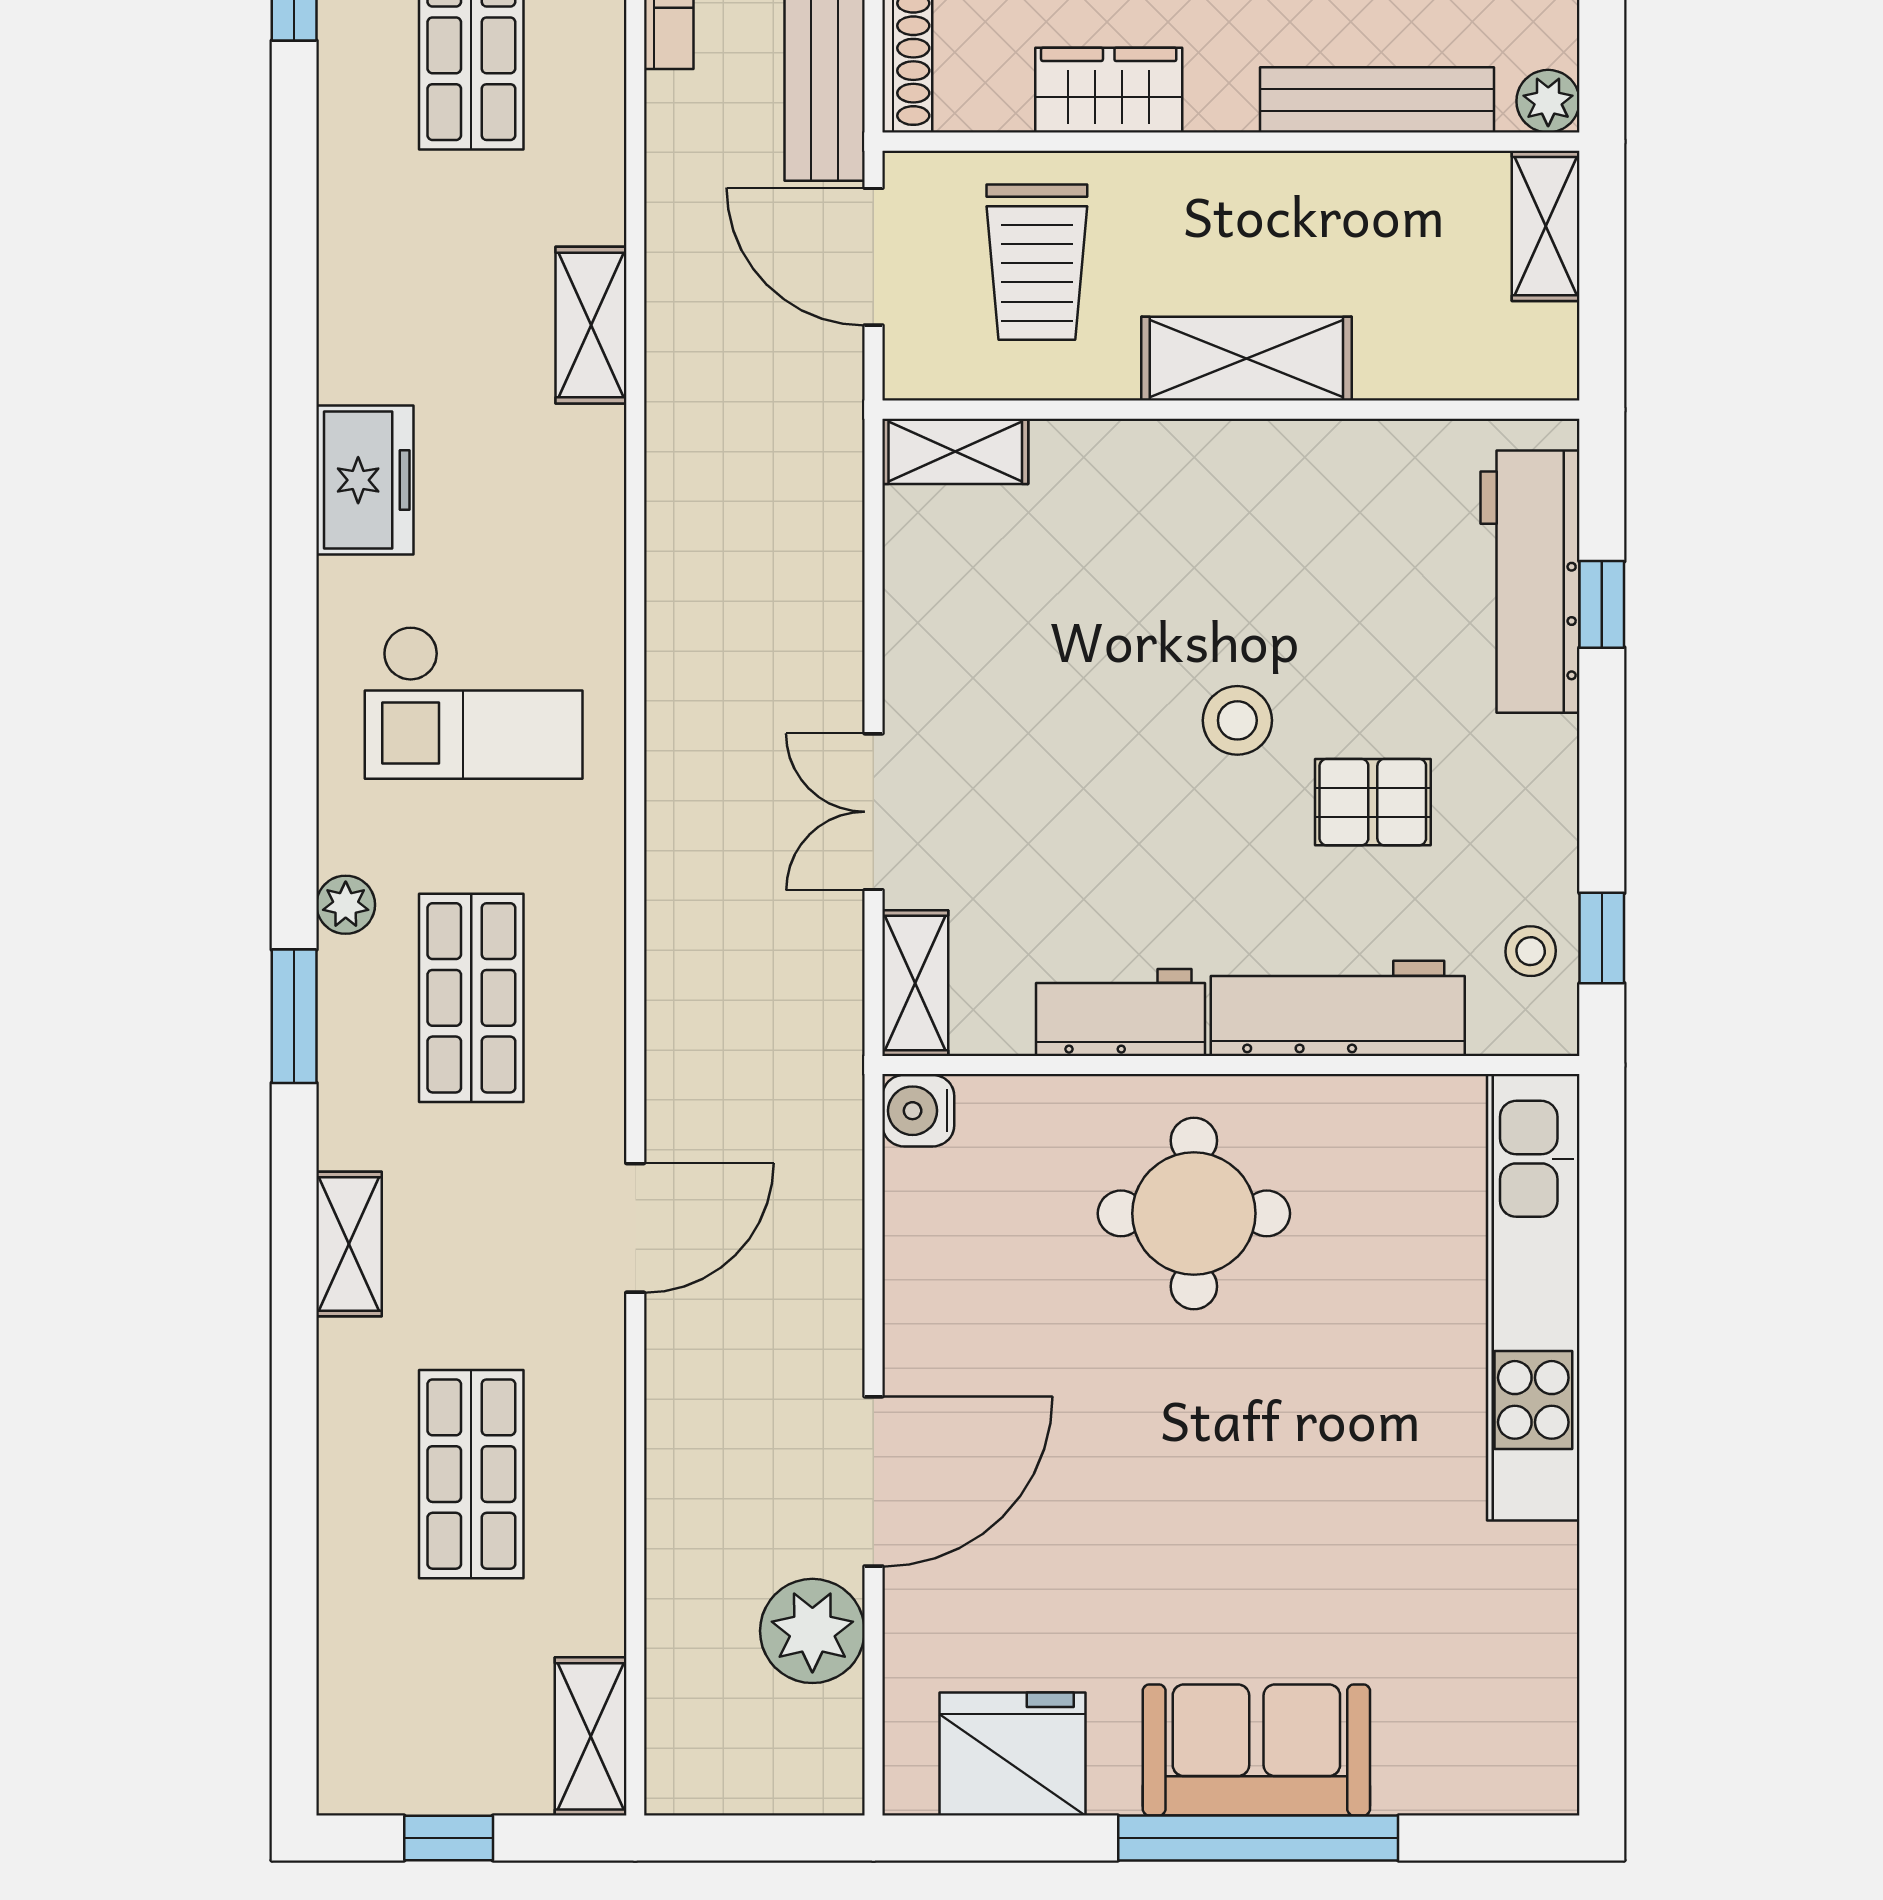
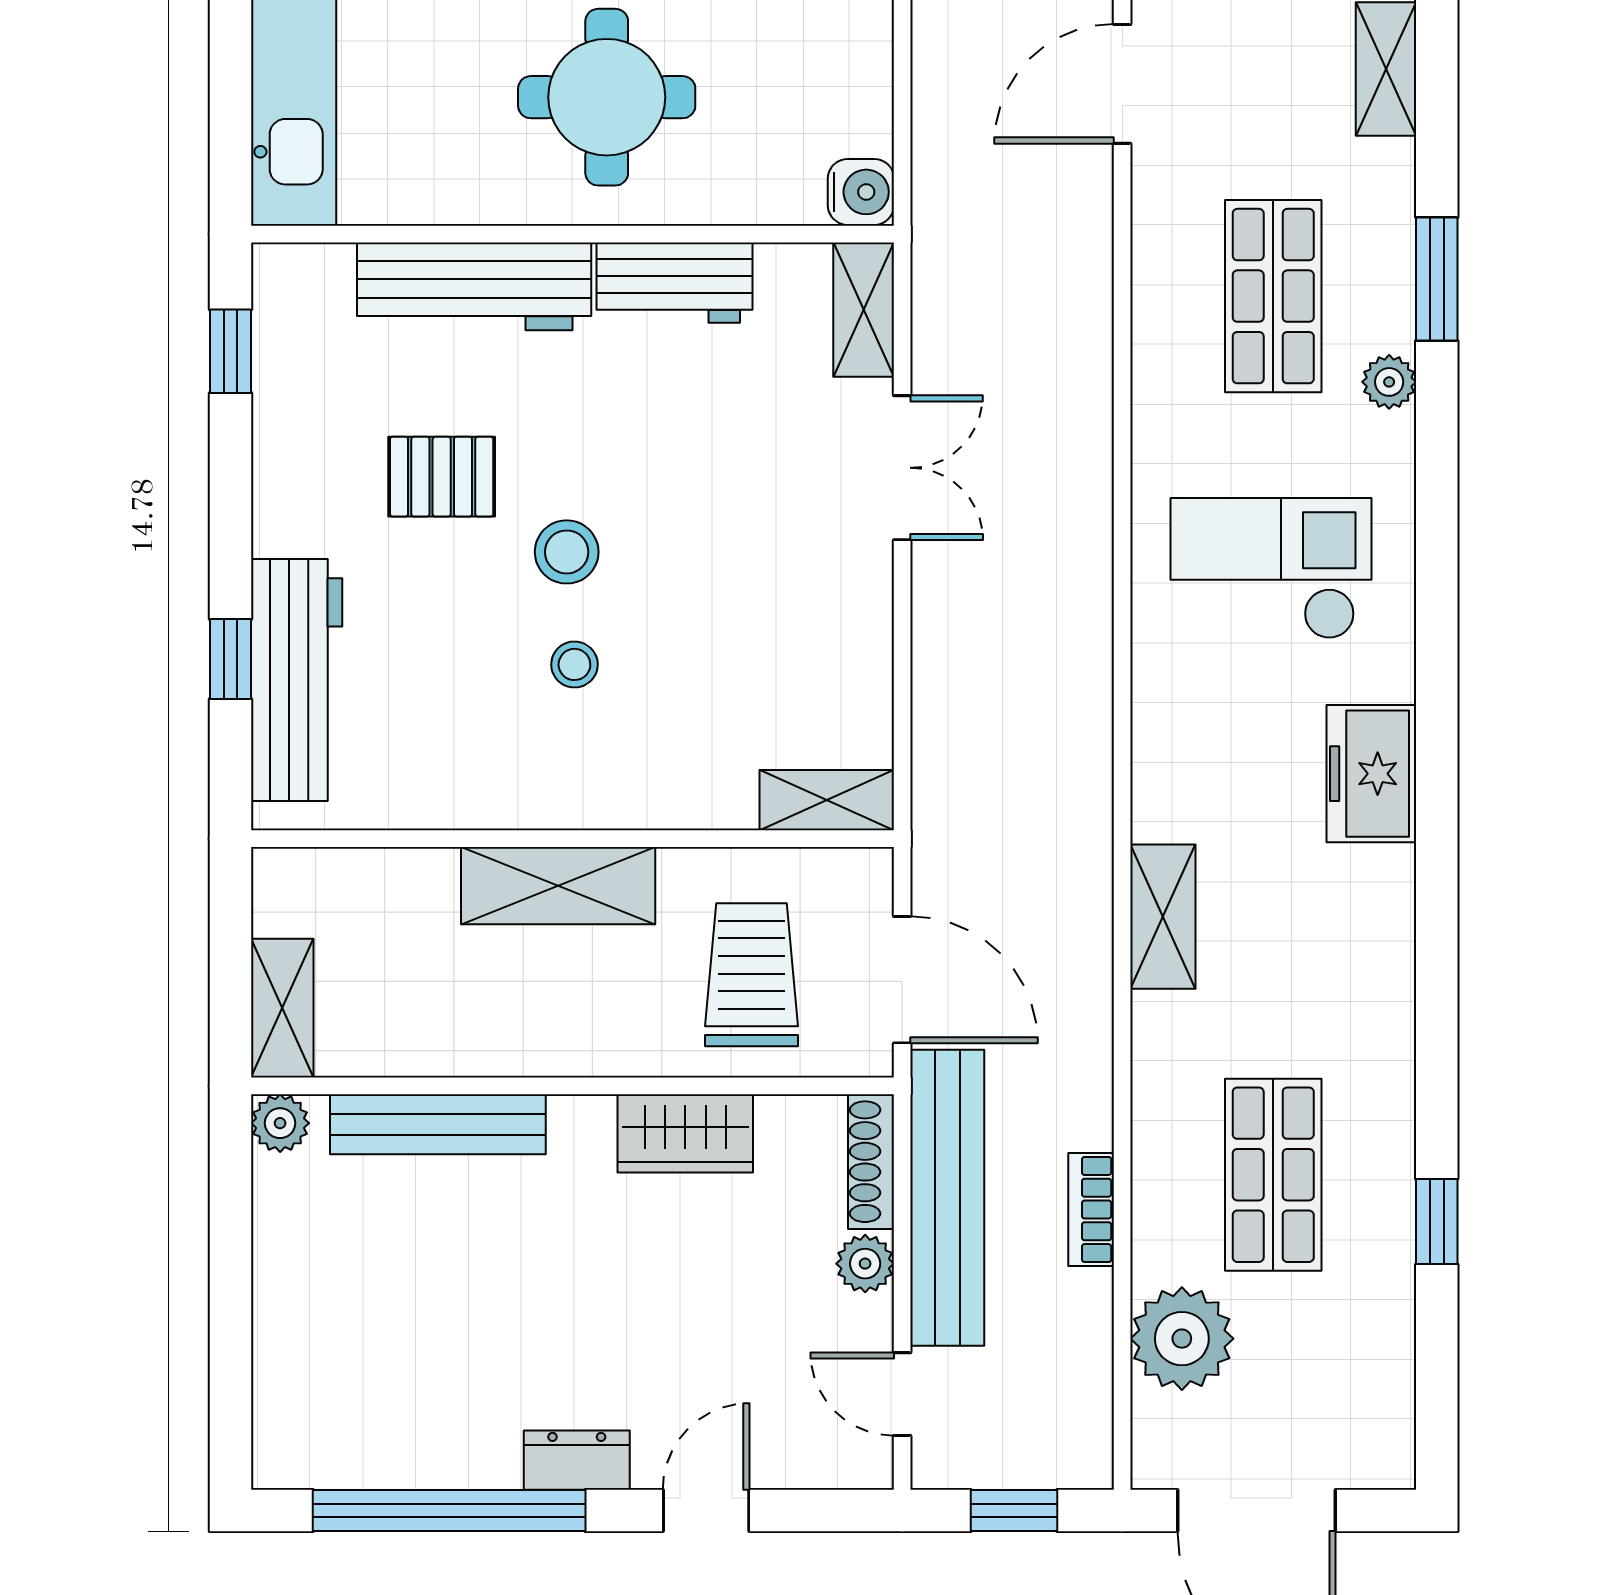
stool: (1531, 951) -> (574, 664), moved

